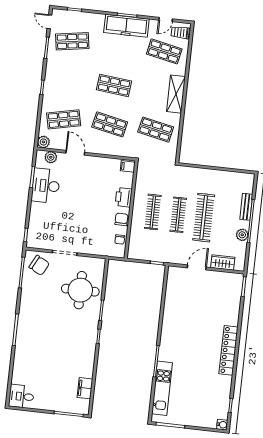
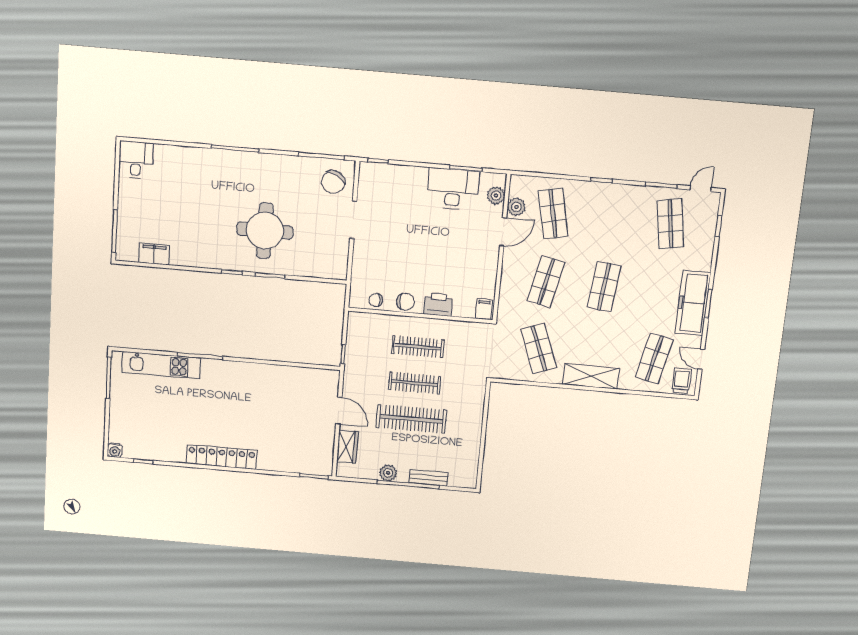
shop shelf: (156, 130) -> (539, 348), turned -33
plant: (43, 142) -> (517, 207), moved
round table: (80, 290) -> (265, 231), moved

